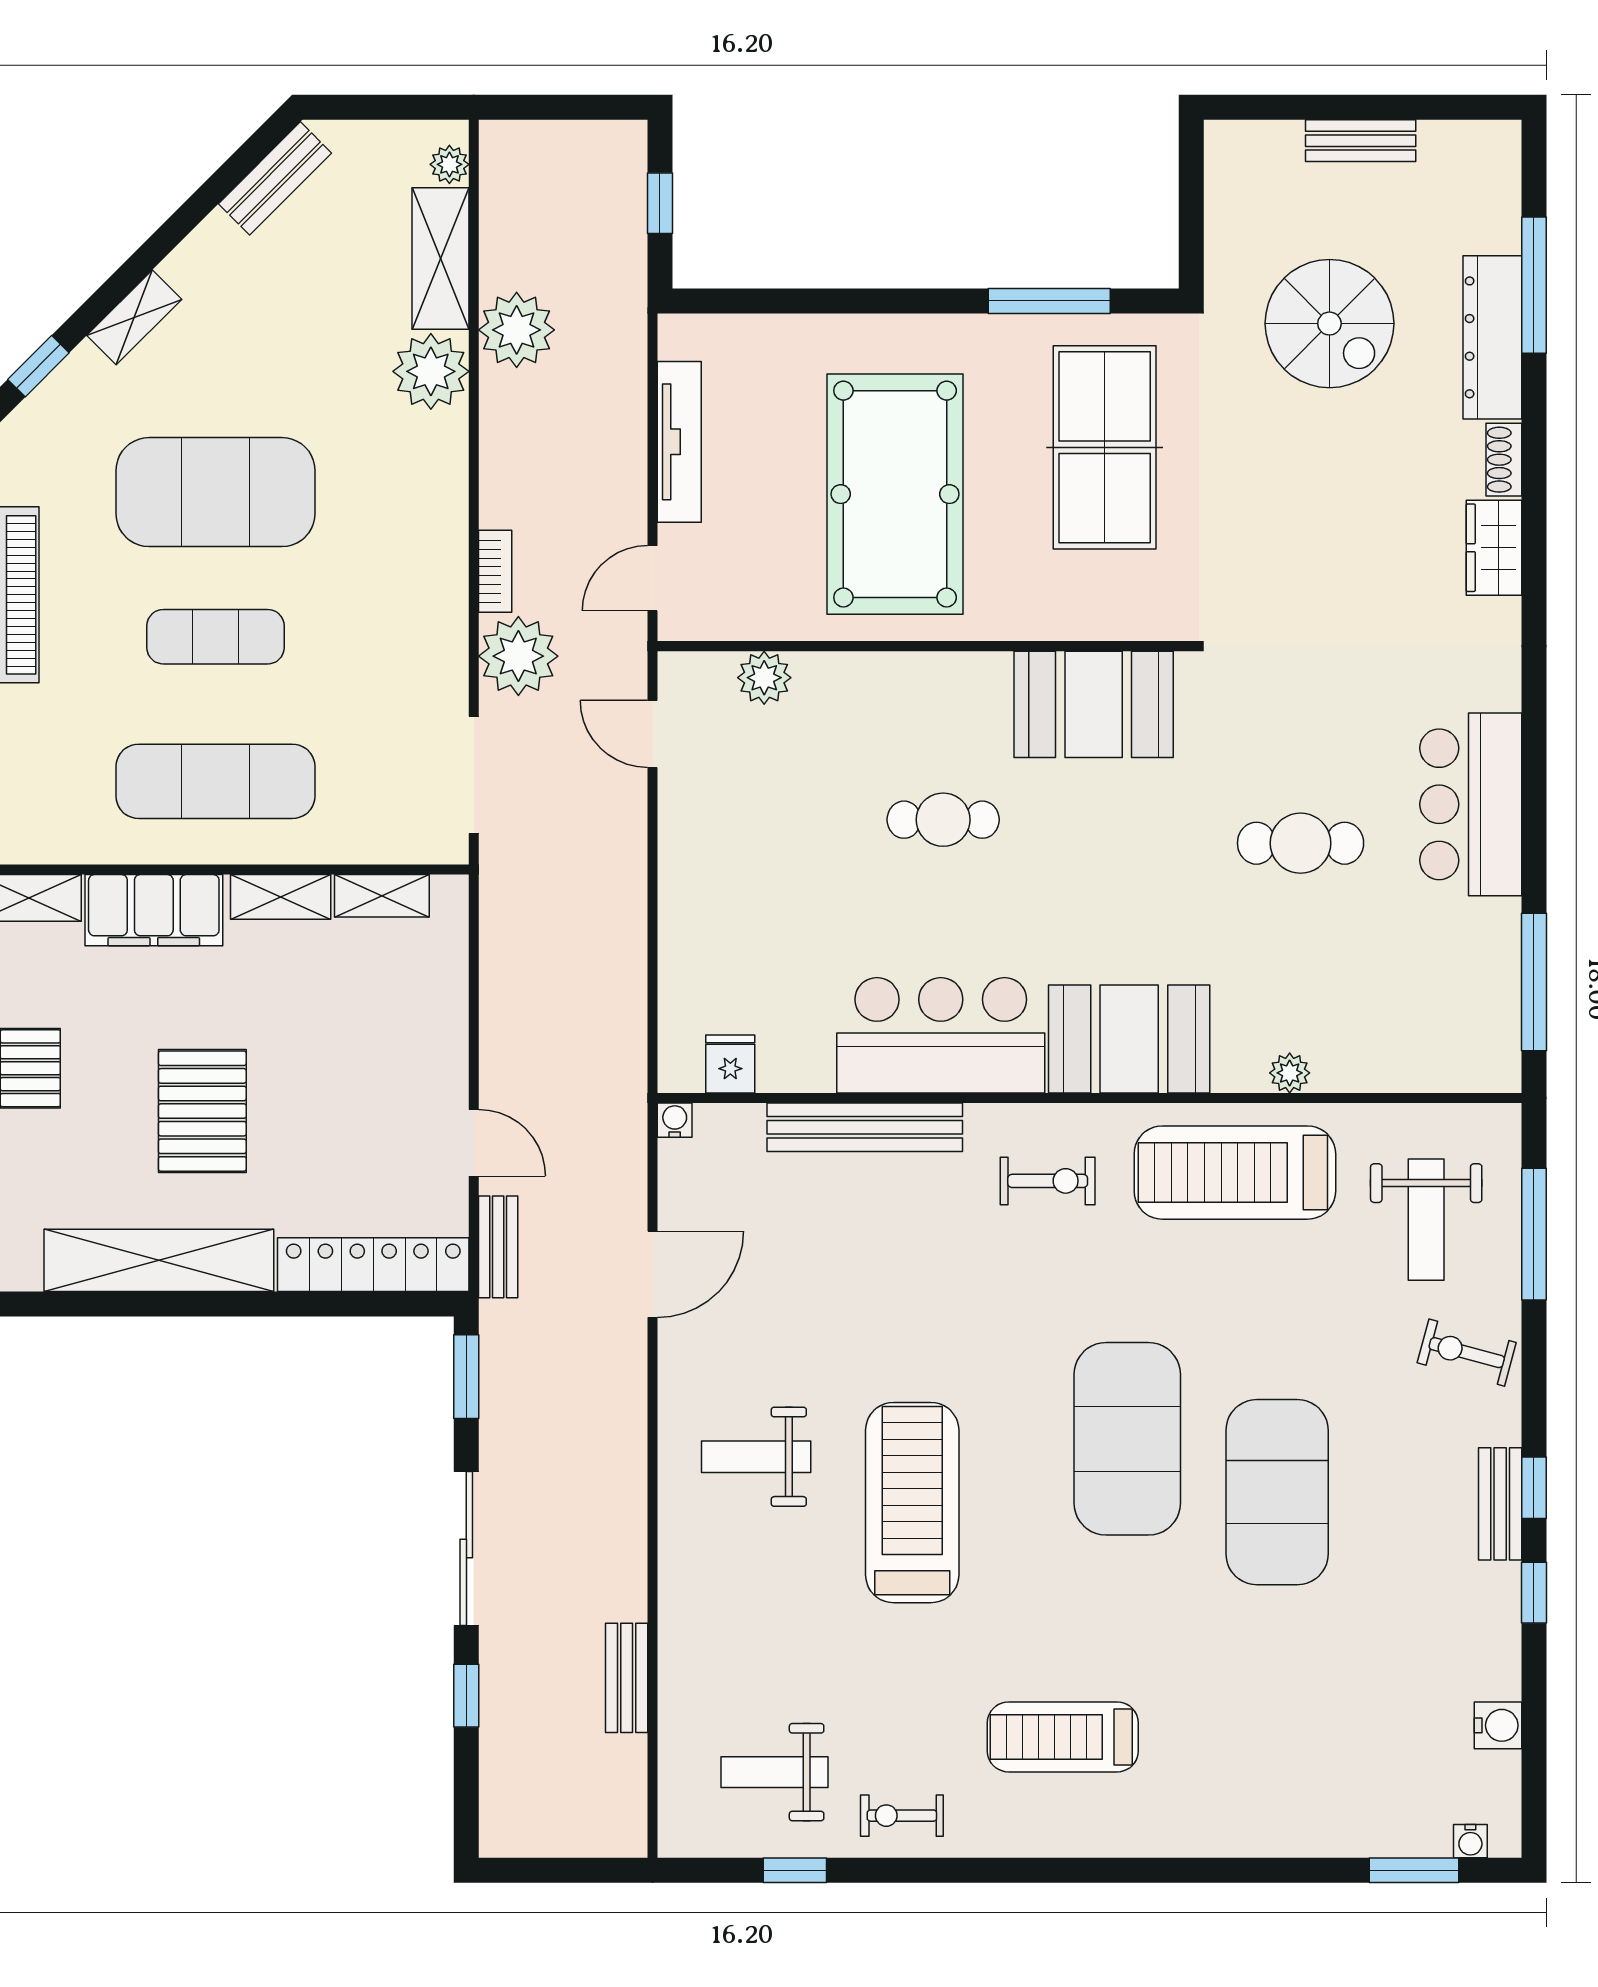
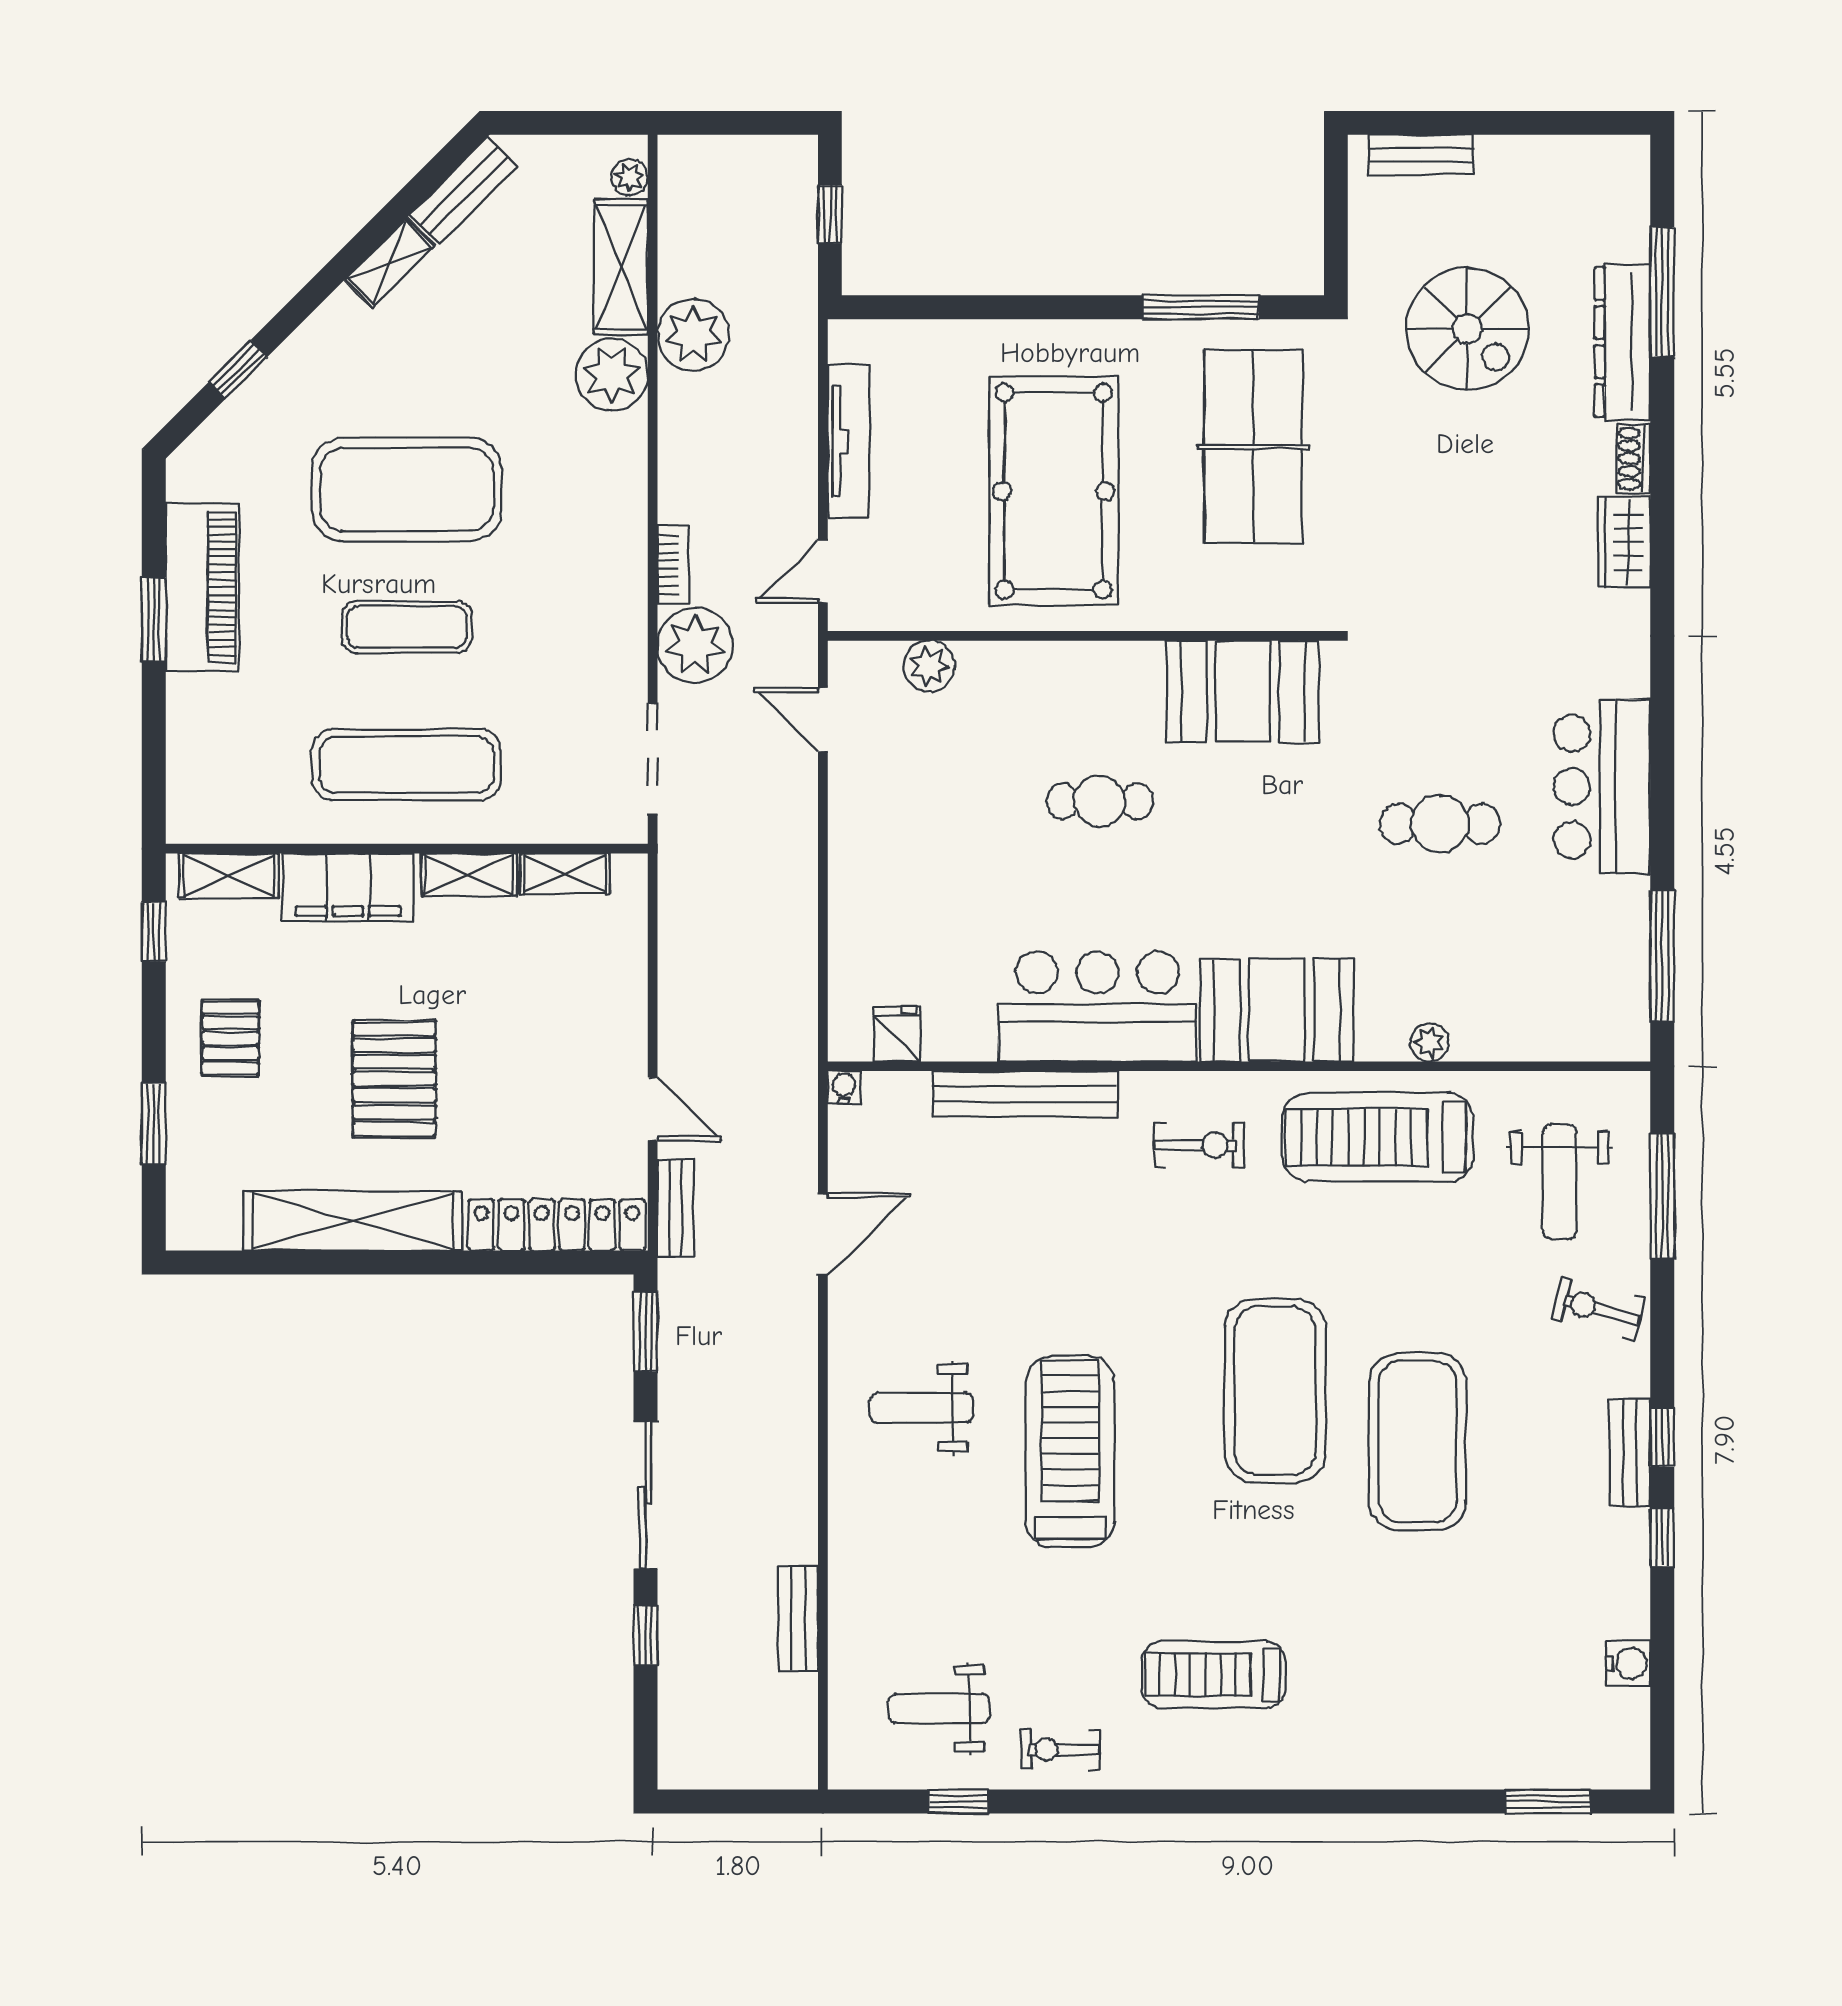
bench: (1361, 141) -> (1421, 155), moved
shelving: (134, 317) -> (390, 263), moved
water cooler: (1470, 1841) -> (1602, 1774), removed

